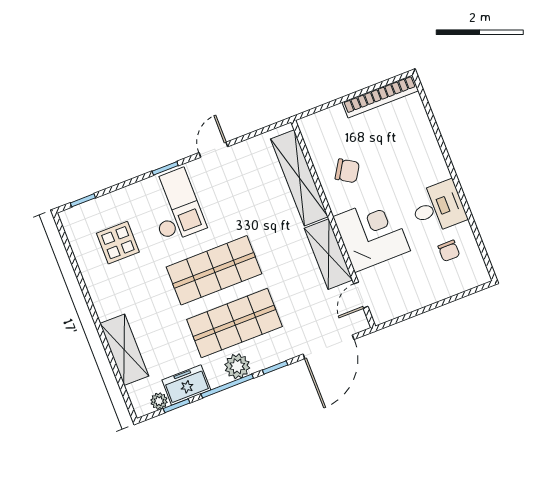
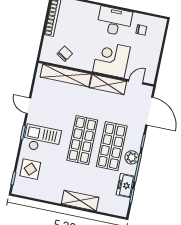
chair: (347, 171) -> (65, 54), moved
desk: (438, 207) -> (114, 21), width x1.37
display table: (118, 243) -> (30, 169), moved
door: (361, 295) -> (136, 82), swing flipped
shelving: (124, 350) -> (80, 201), moved
plant: (159, 401) -> (125, 202), removed

